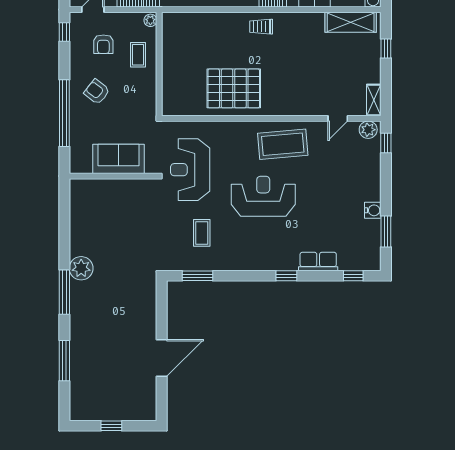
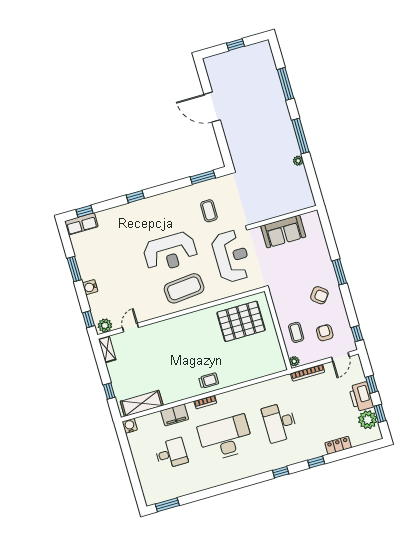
pallet: (234, 88) -> (241, 321), moved
window: (64, 113) -> (339, 272), width x0.47
coffee table: (283, 144) -> (184, 288), moved
sofa: (119, 159) -> (283, 231), moved
wall: (113, 176) -> (284, 217), moved
water cooler: (373, 210) -> (90, 287), moved
window: (386, 232) -> (74, 269), moved
row of seats: (318, 262) -> (81, 224), moved
plant: (81, 268) -> (298, 161), width x0.53, depth x0.53
door: (162, 358) -> (212, 107), hinge flipped

